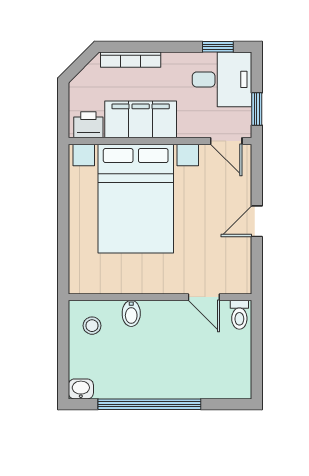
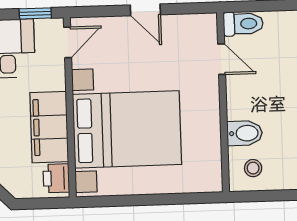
door: (204, 297) -> (222, 59), hinge flipped
bidet: (131, 313) -> (245, 133), width x1.38, depth x1.36
toilet: (239, 315) -> (243, 24), width x1.37, depth x1.39

